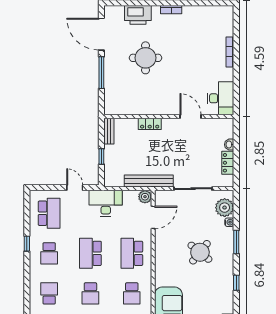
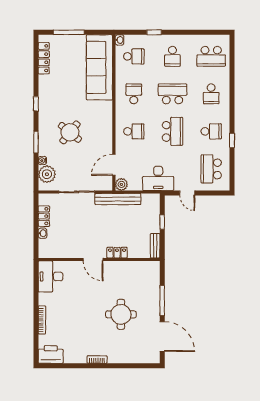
printer: (138, 15) -> (51, 355), moved
door: (191, 117) -> (93, 259), moved
school desk: (49, 253) -> (211, 131), turned 90
school desk: (132, 253) -> (134, 131), width x0.54
school desk: (90, 293) -> (172, 94), width x1.85

